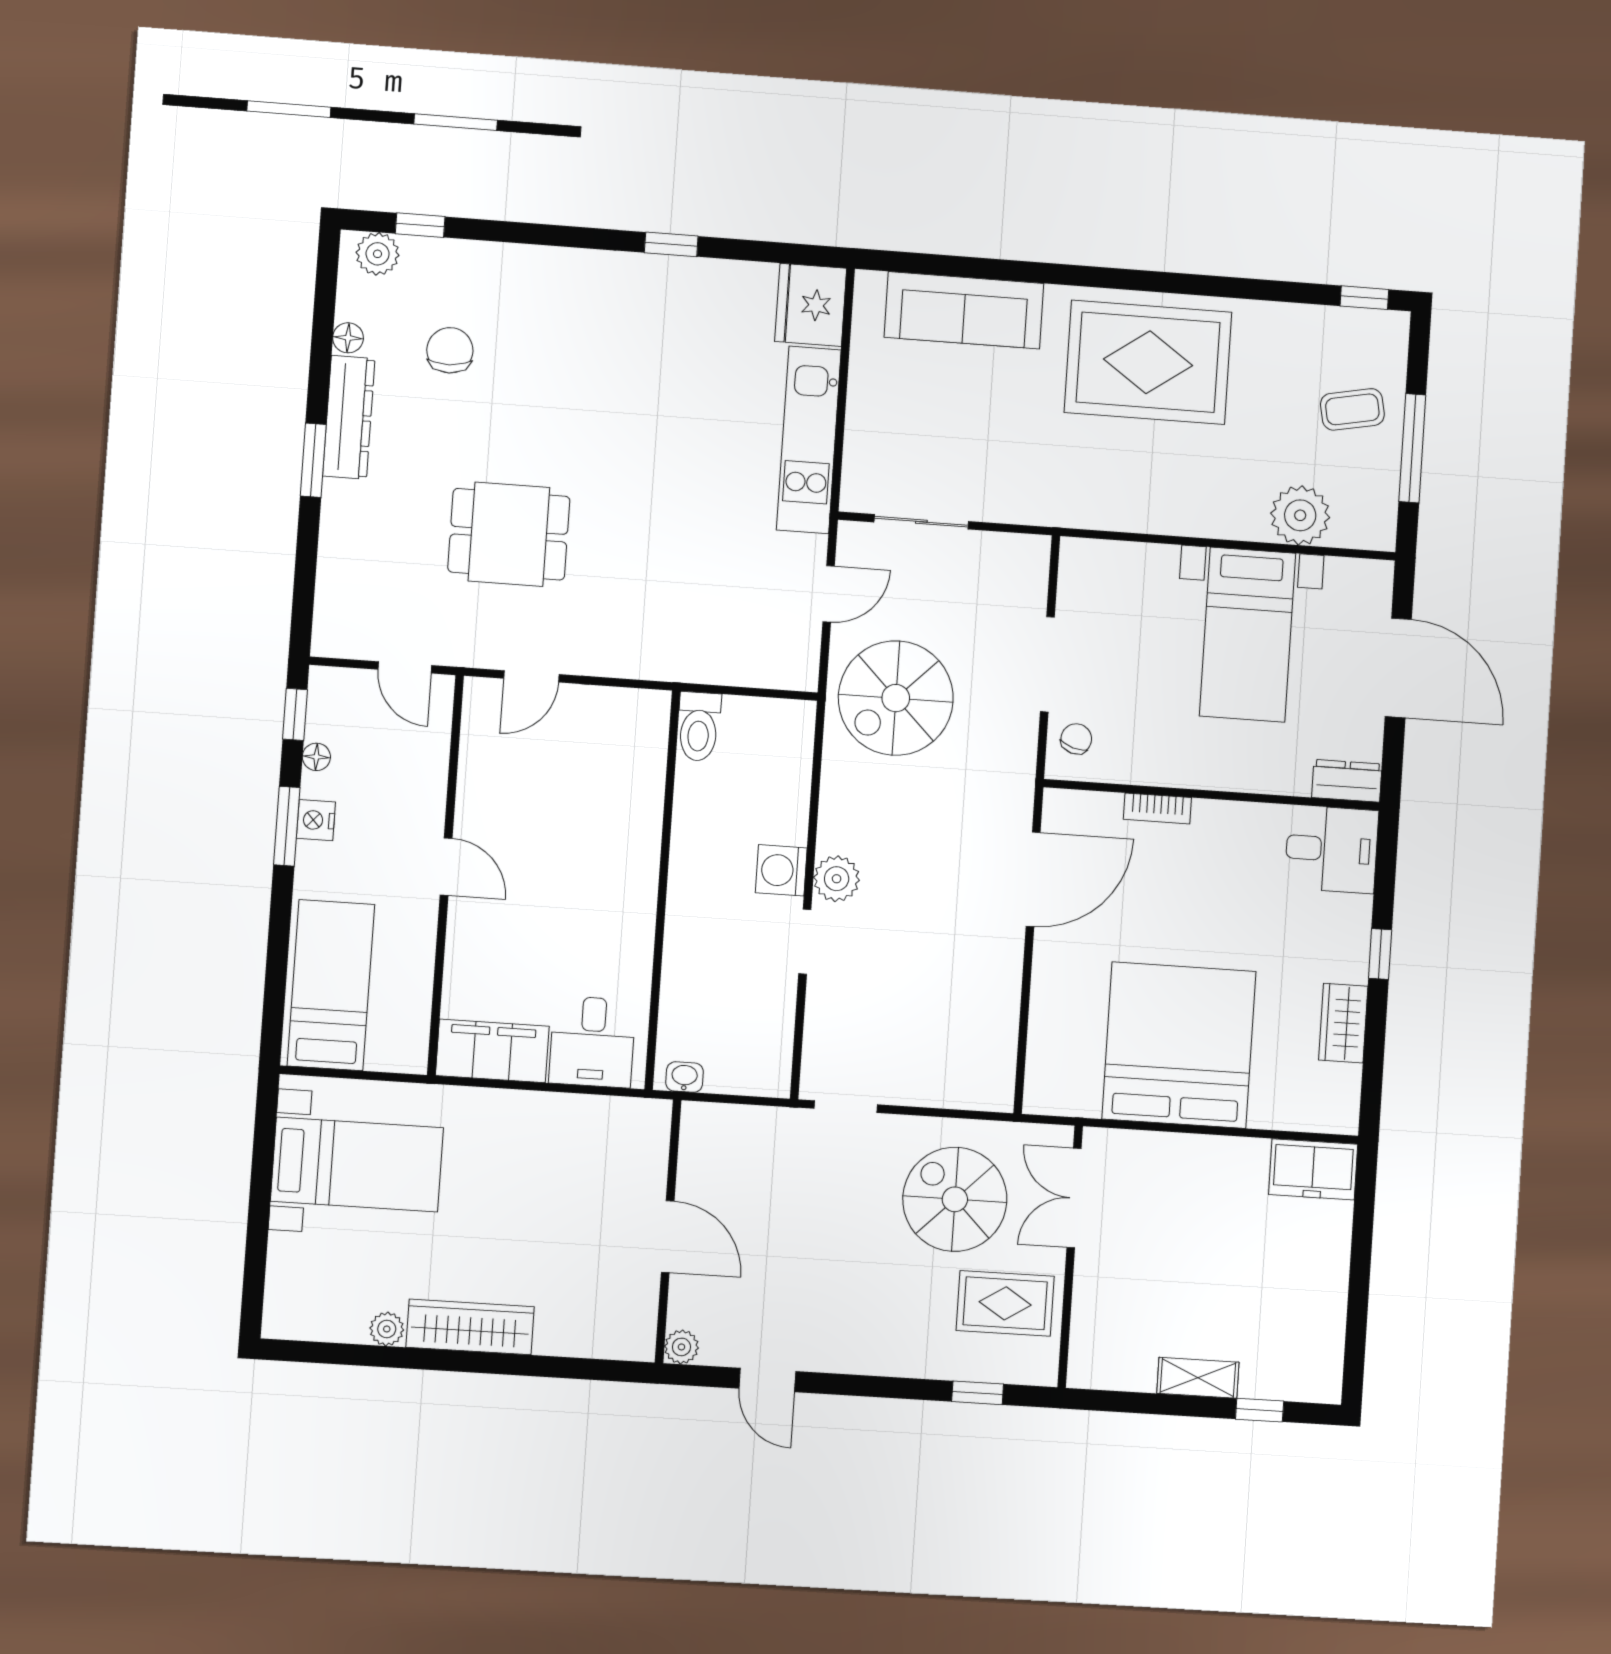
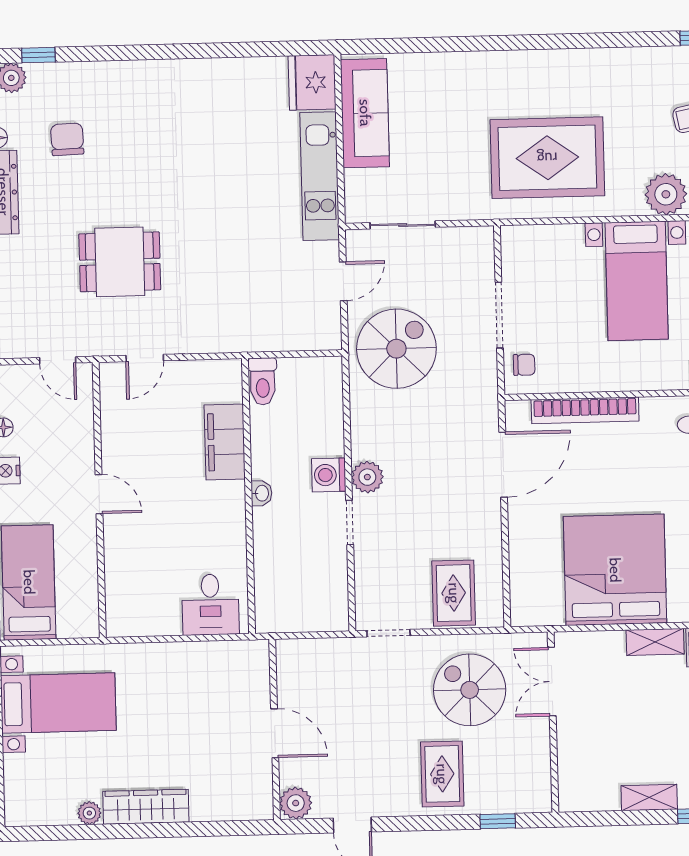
window: (671, 244) -> (212, 50), removed
sofa: (964, 310) -> (365, 113), moved, turned -90
rug: (1148, 362) -> (547, 158), moved
spiral stairs: (896, 698) -> (396, 349), turned 180
chair: (1076, 739) -> (524, 365), turned 73
bookcase: (1157, 808) -> (585, 410), width x2.31, depth x1.31
filing cabinet: (492, 1051) -> (225, 442), moved, turned -90
rug: (945, 1057) -> (454, 593), added
washbasin: (684, 1077) -> (261, 493), moved, turned 90
shelving: (1227, 1154) -> (655, 642), added
rug: (1005, 1303) -> (442, 774), moved, turned 90
plant: (681, 1347) -> (296, 803), width x1.38, depth x1.38

